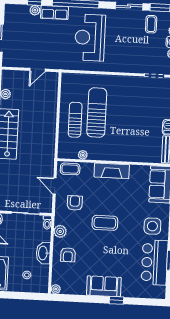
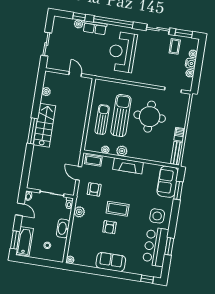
door: (38, 70) -> (75, 74), swing flipped
round table: (131, 110) -> (150, 117), added
plant: (102, 154) -> (122, 151), added
armchair: (68, 255) -> (109, 227), moved
window: (116, 300) -> (147, 279), moved

